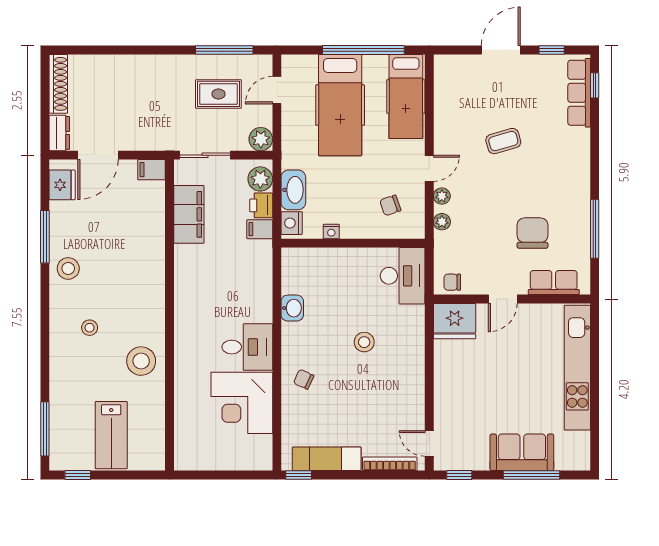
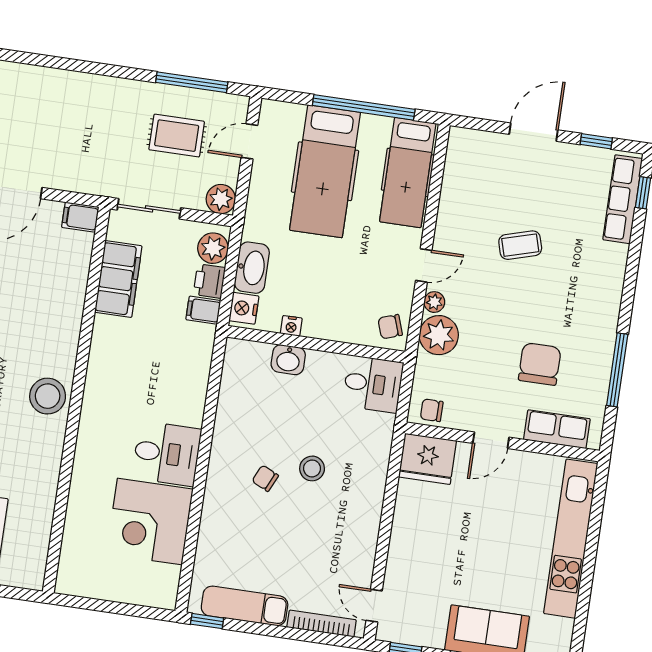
chair: (390, 205) -> (390, 327), moved
plant: (442, 222) -> (439, 335), width x1.88, depth x1.88
desk: (403, 276) -> (373, 384), width x0.73
washbasin: (292, 308) -> (288, 360), moved, turned 90
stool: (141, 361) -> (48, 396), moved
chair: (304, 379) -> (265, 478), moved

